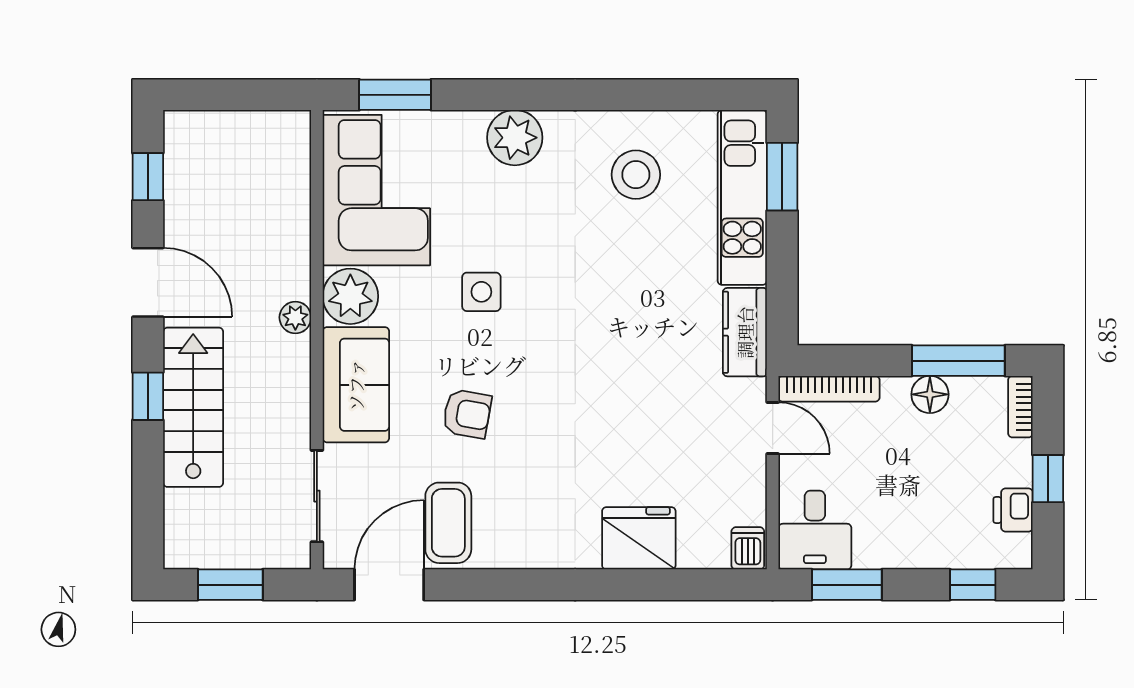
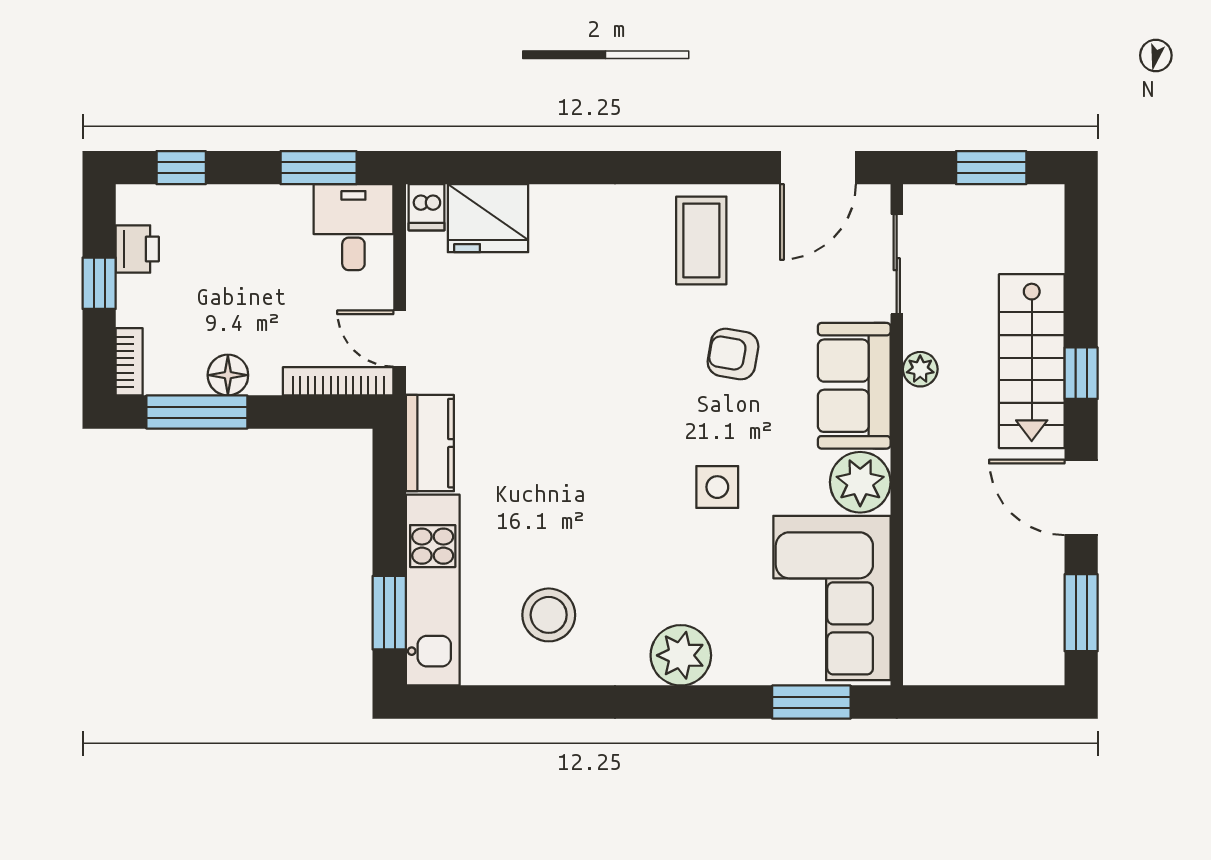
window: (148, 177) -> (1081, 613), width x1.50
plant: (295, 317) -> (920, 369), moved
coffee table: (448, 523) -> (701, 240), moved
fridge: (639, 538) -> (488, 218), moved

